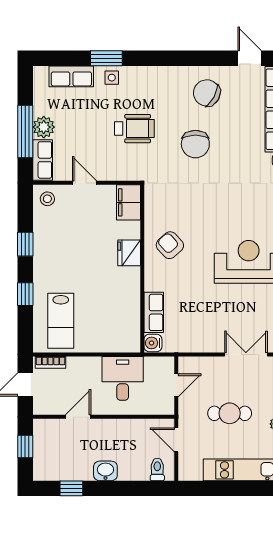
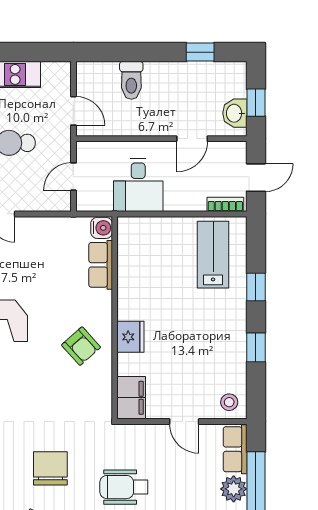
toilet: (157, 469) -> (131, 80), moved, width x1.37, depth x1.39
washbasin: (105, 471) -> (235, 113), moved, turned 90

